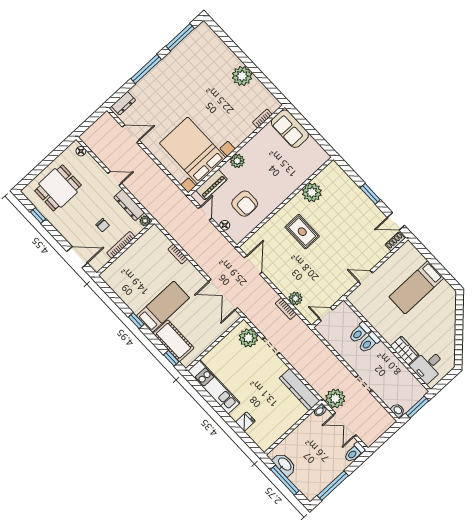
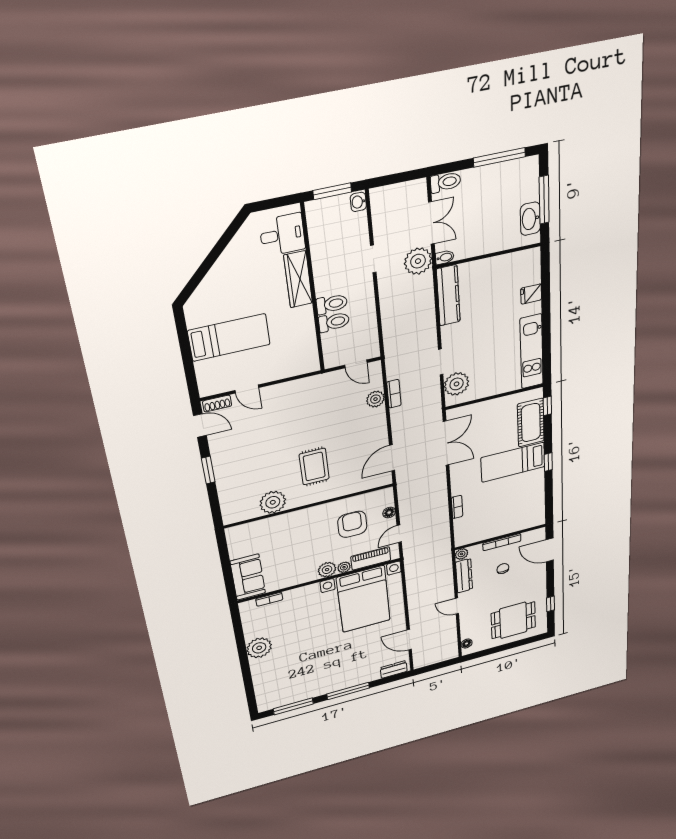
plant: (226, 169) -> (344, 567), added
door: (365, 277) -> (247, 389), moved
wardrobe: (405, 350) -> (298, 279), width x1.50

